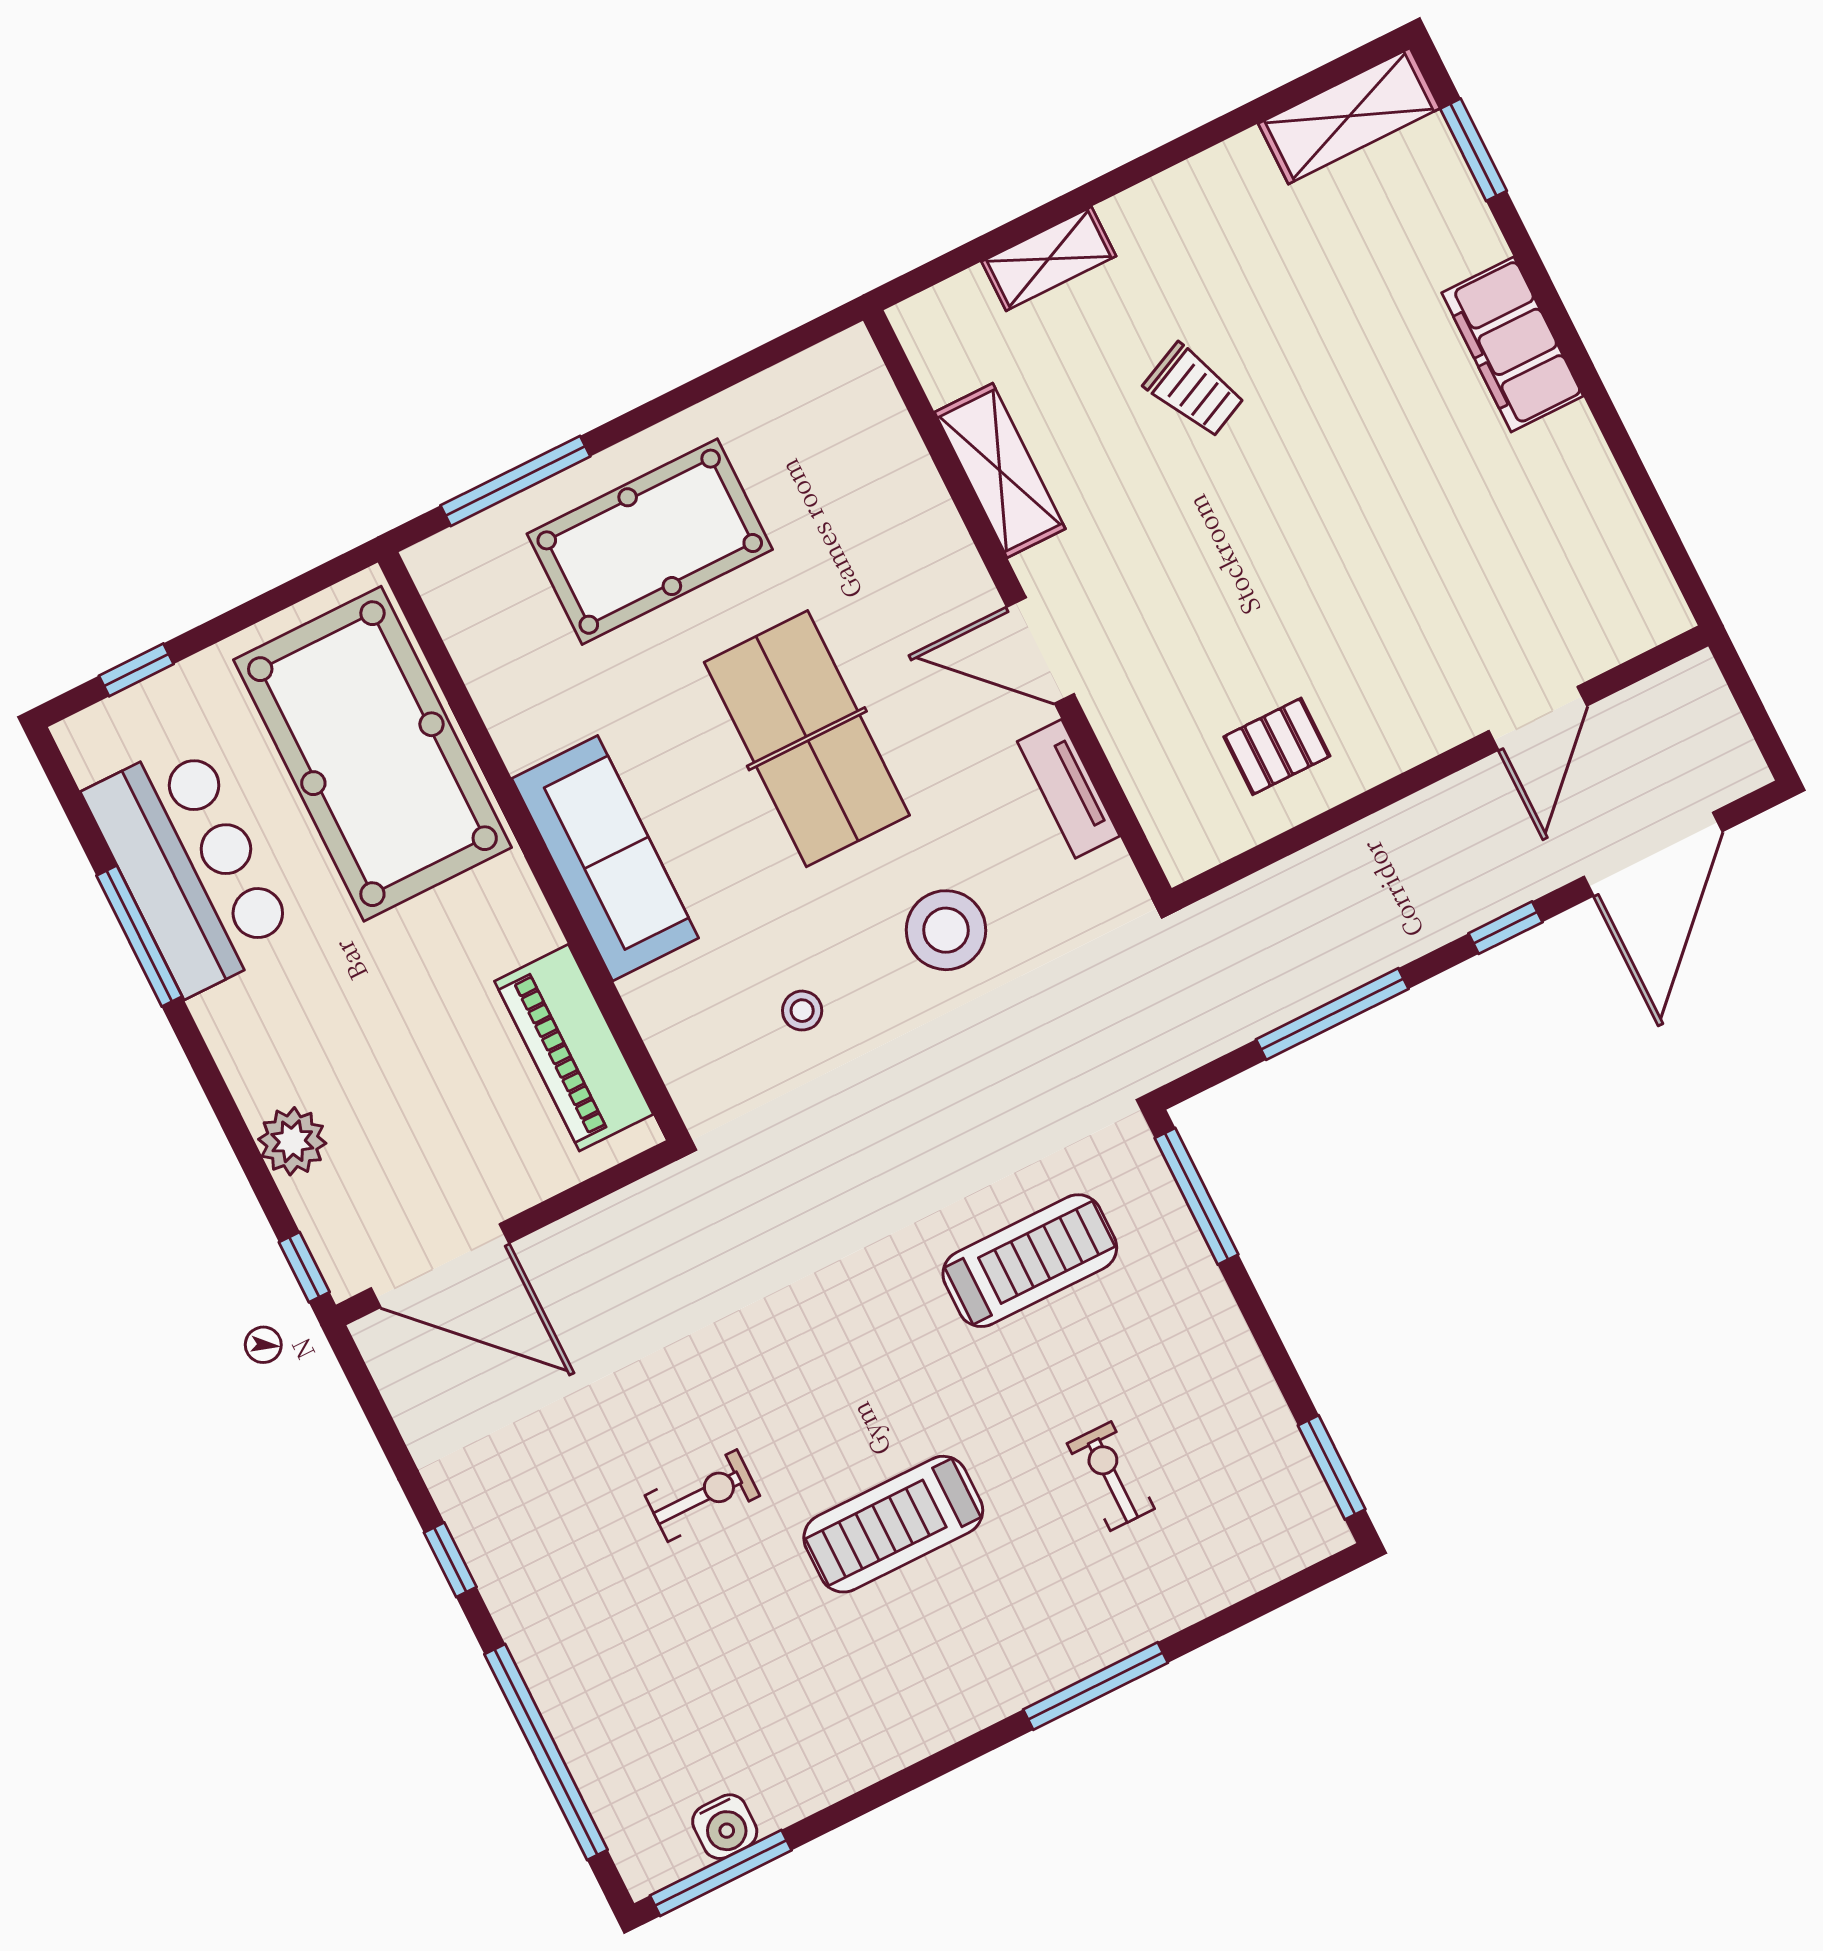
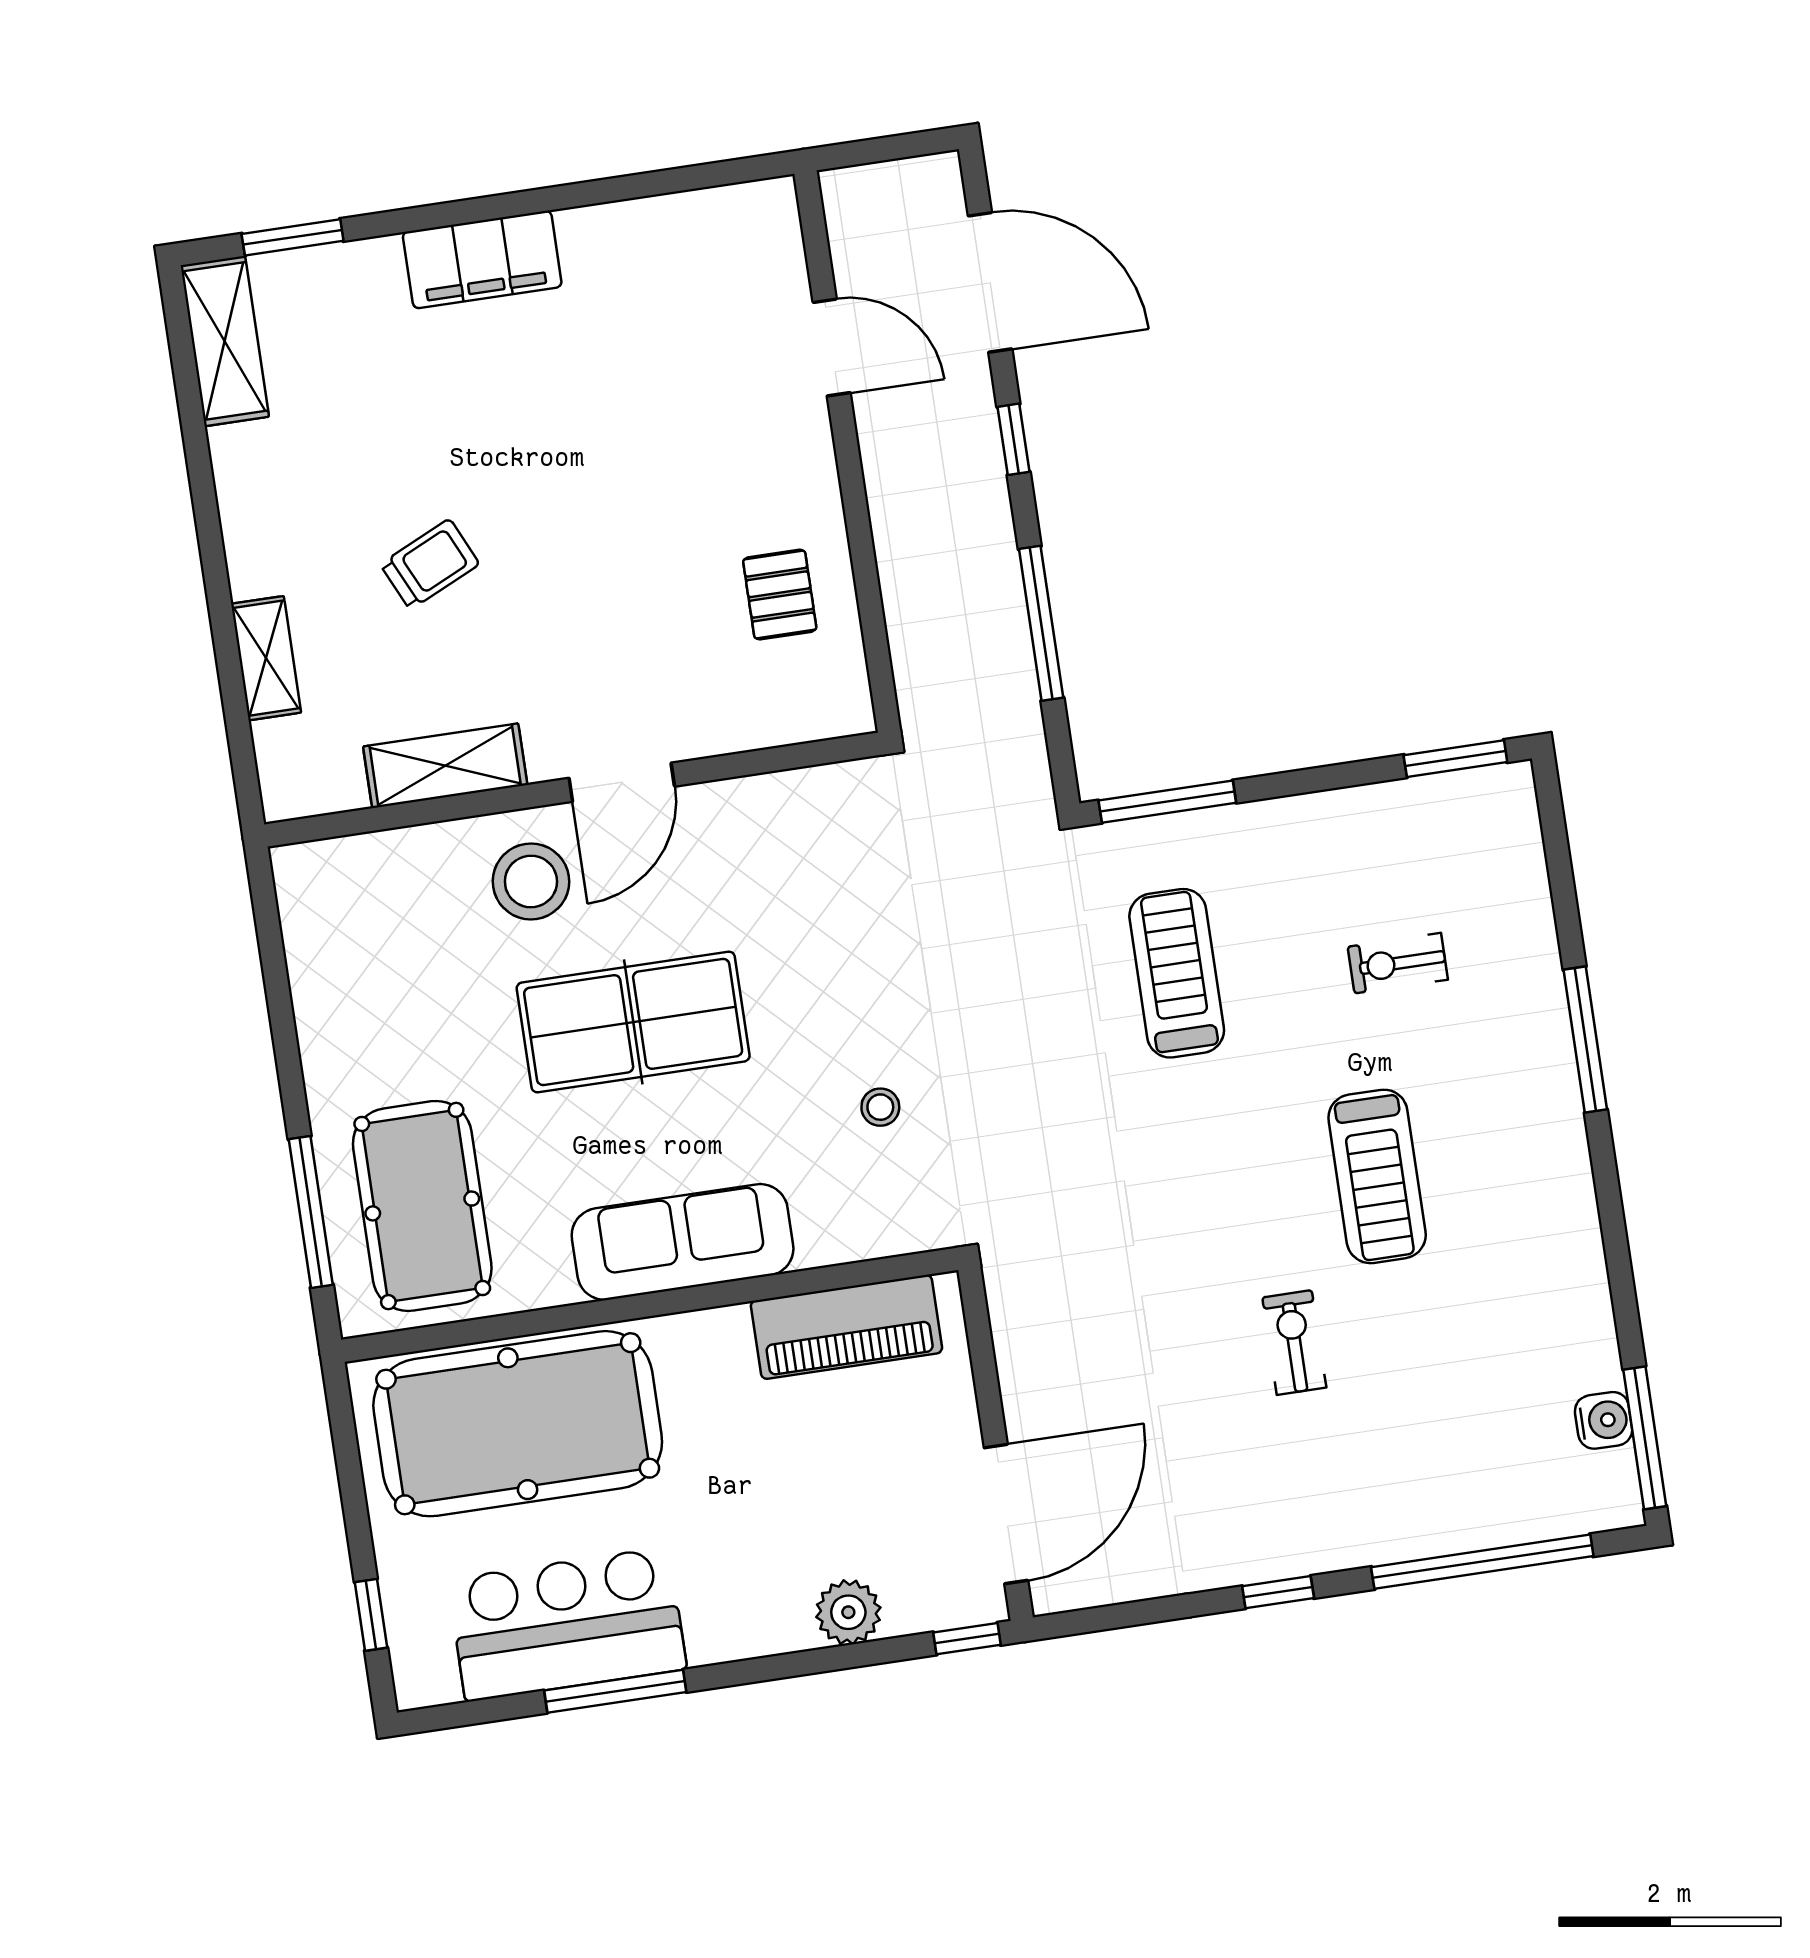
pool table: (650, 542) -> (422, 1206), moved
tv unit: (1068, 789) -> (757, 798), removed
stool: (946, 930) -> (531, 881), moved

